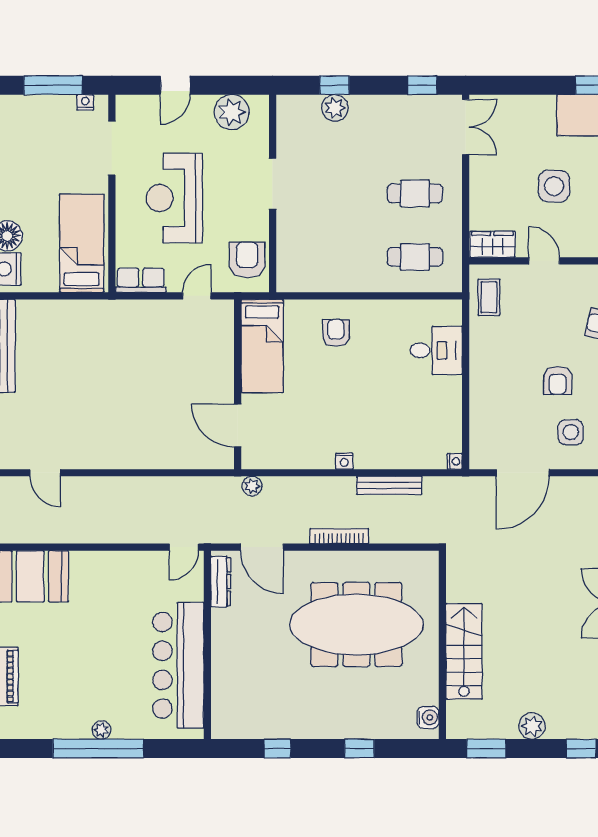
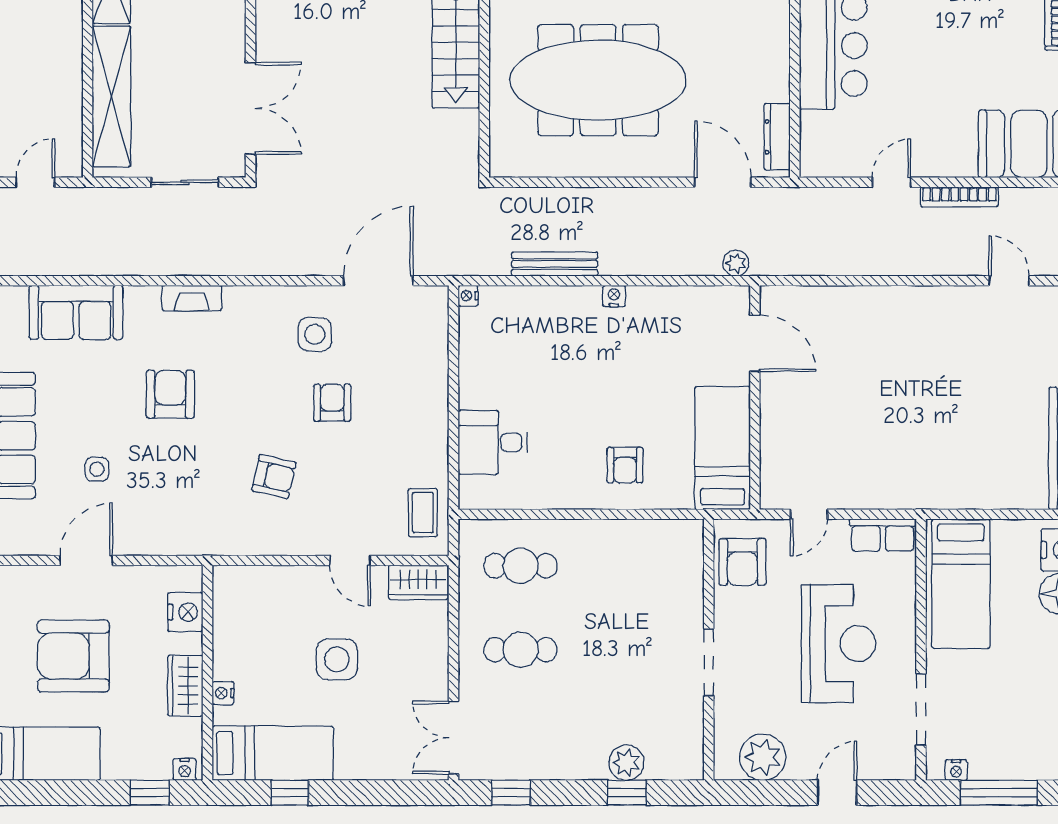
bookcase: (339, 536) -> (959, 197), moved
door: (184, 547) -> (891, 182), moved

